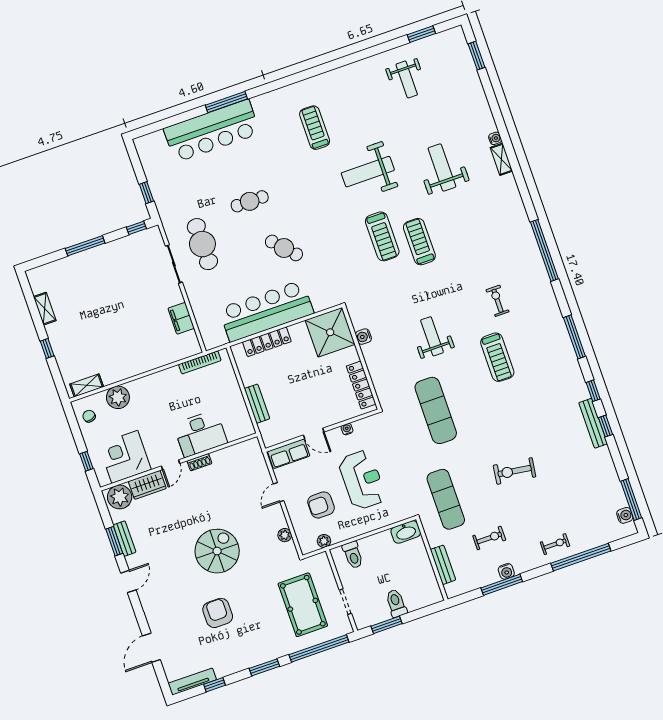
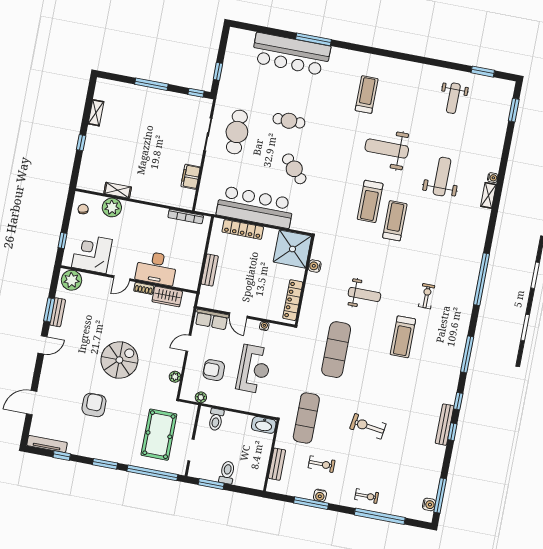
weight bench: (432, 336) -> (364, 294), turned 90
shelving: (87, 385) -> (118, 190), moved
wardrobe: (147, 485) -> (167, 297), moved

